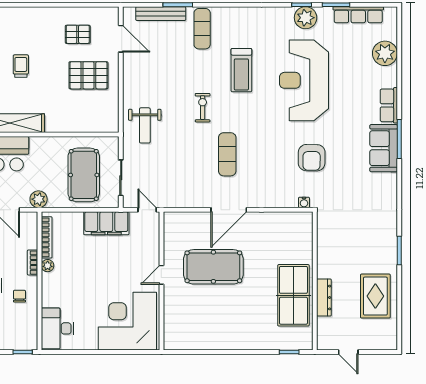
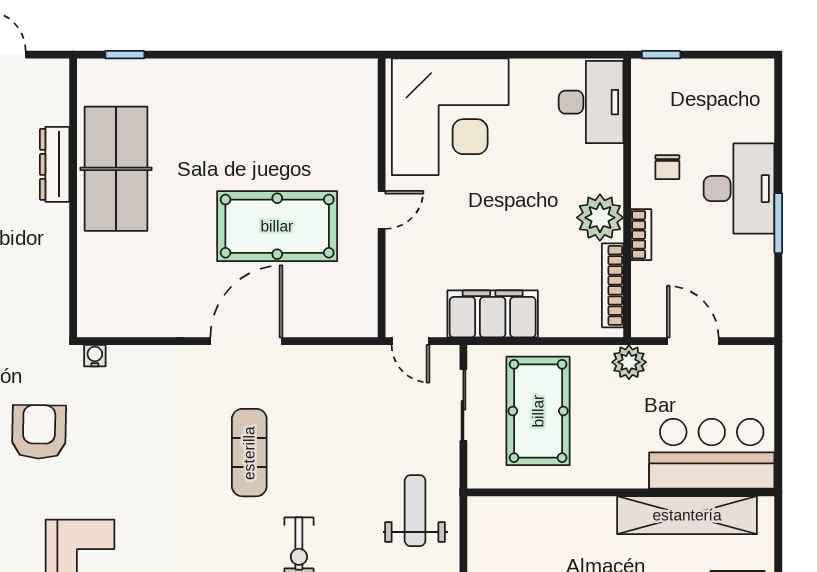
armchair: (312, 158) -> (39, 432), moved
plant: (48, 266) -> (600, 218), width x1.87, depth x1.87

